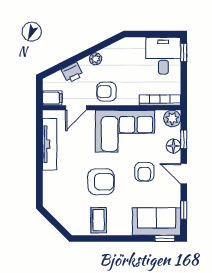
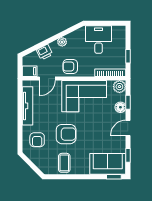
window: (184, 52) -> (128, 56), moved
desk: (163, 56) -> (99, 40), moved
armchair: (144, 172) -> (37, 140), moved
door: (184, 174) -> (128, 128), hinge flipped

